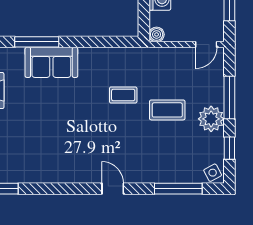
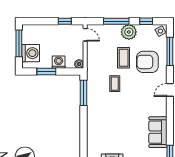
window: (37, 42) -> (84, 93), moved
sofa: (51, 62) -> (158, 132), moved, turned 180
armchair: (160, 151) -> (147, 62), added

